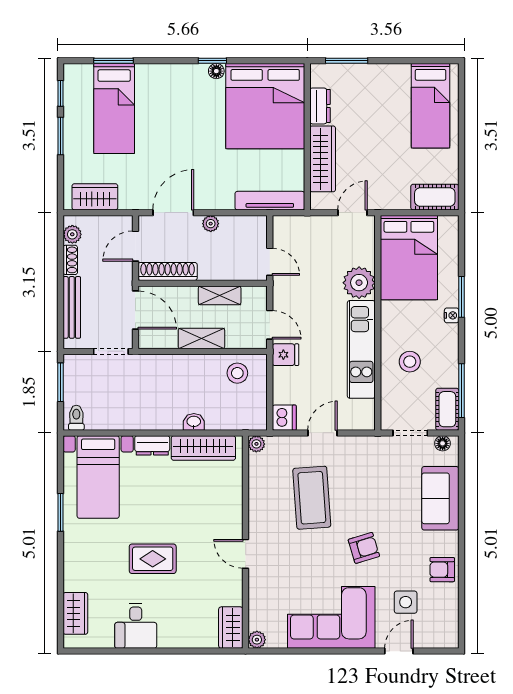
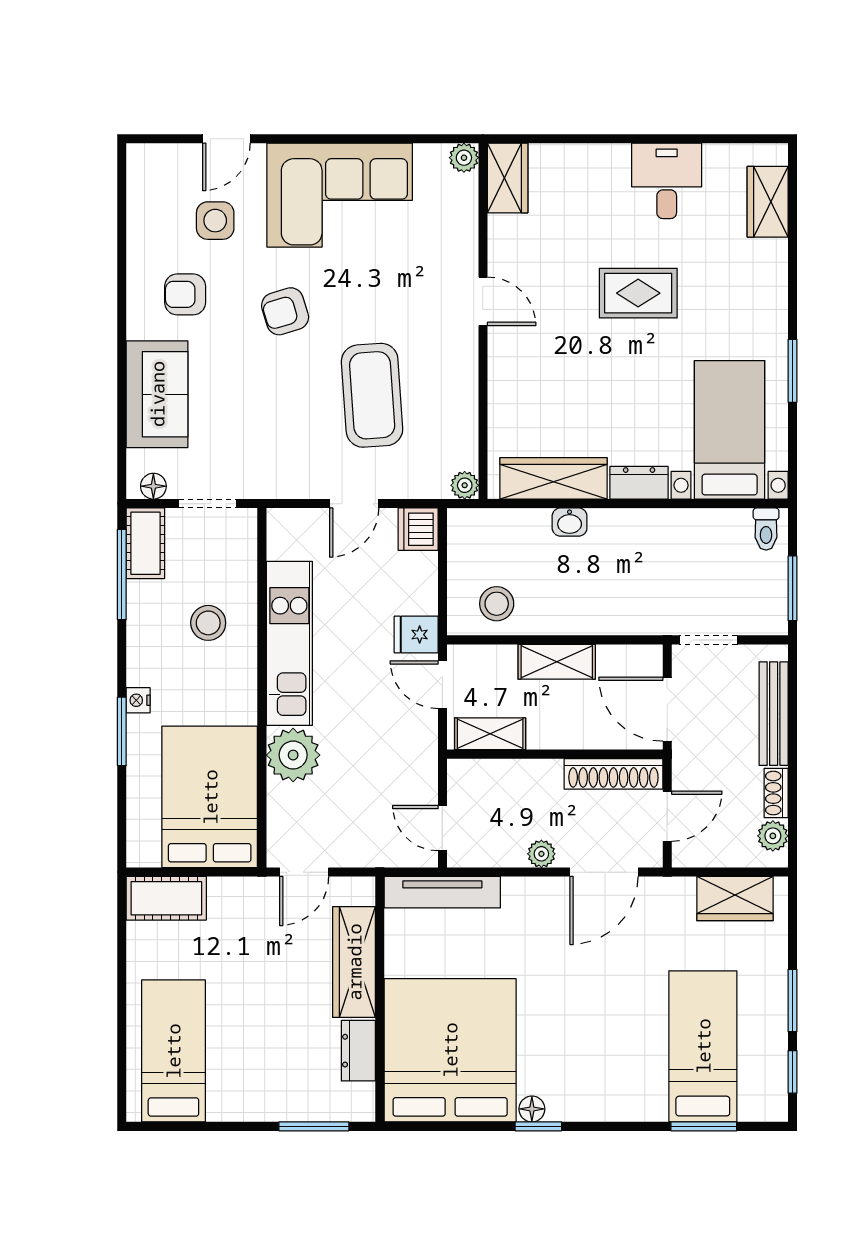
door: (270, 262) -> (442, 828), moved
shelving: (220, 295) -> (490, 734), moved
armchair: (442, 570) -> (185, 294), moved, turned 180

